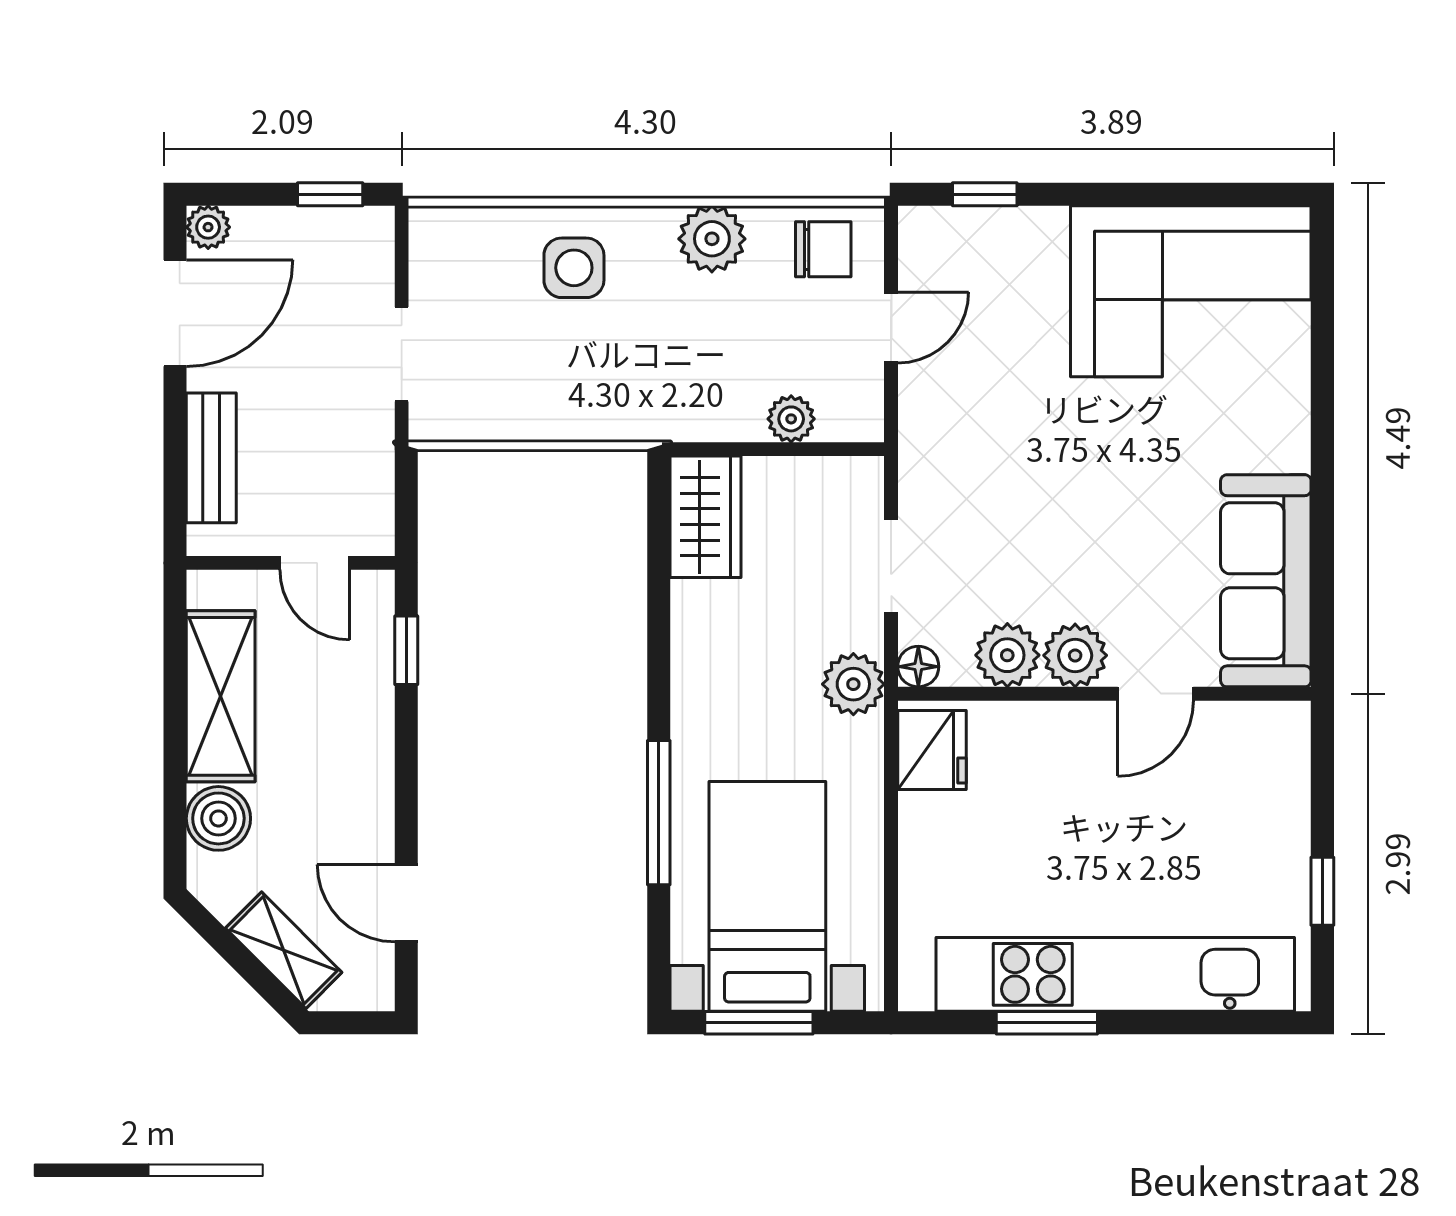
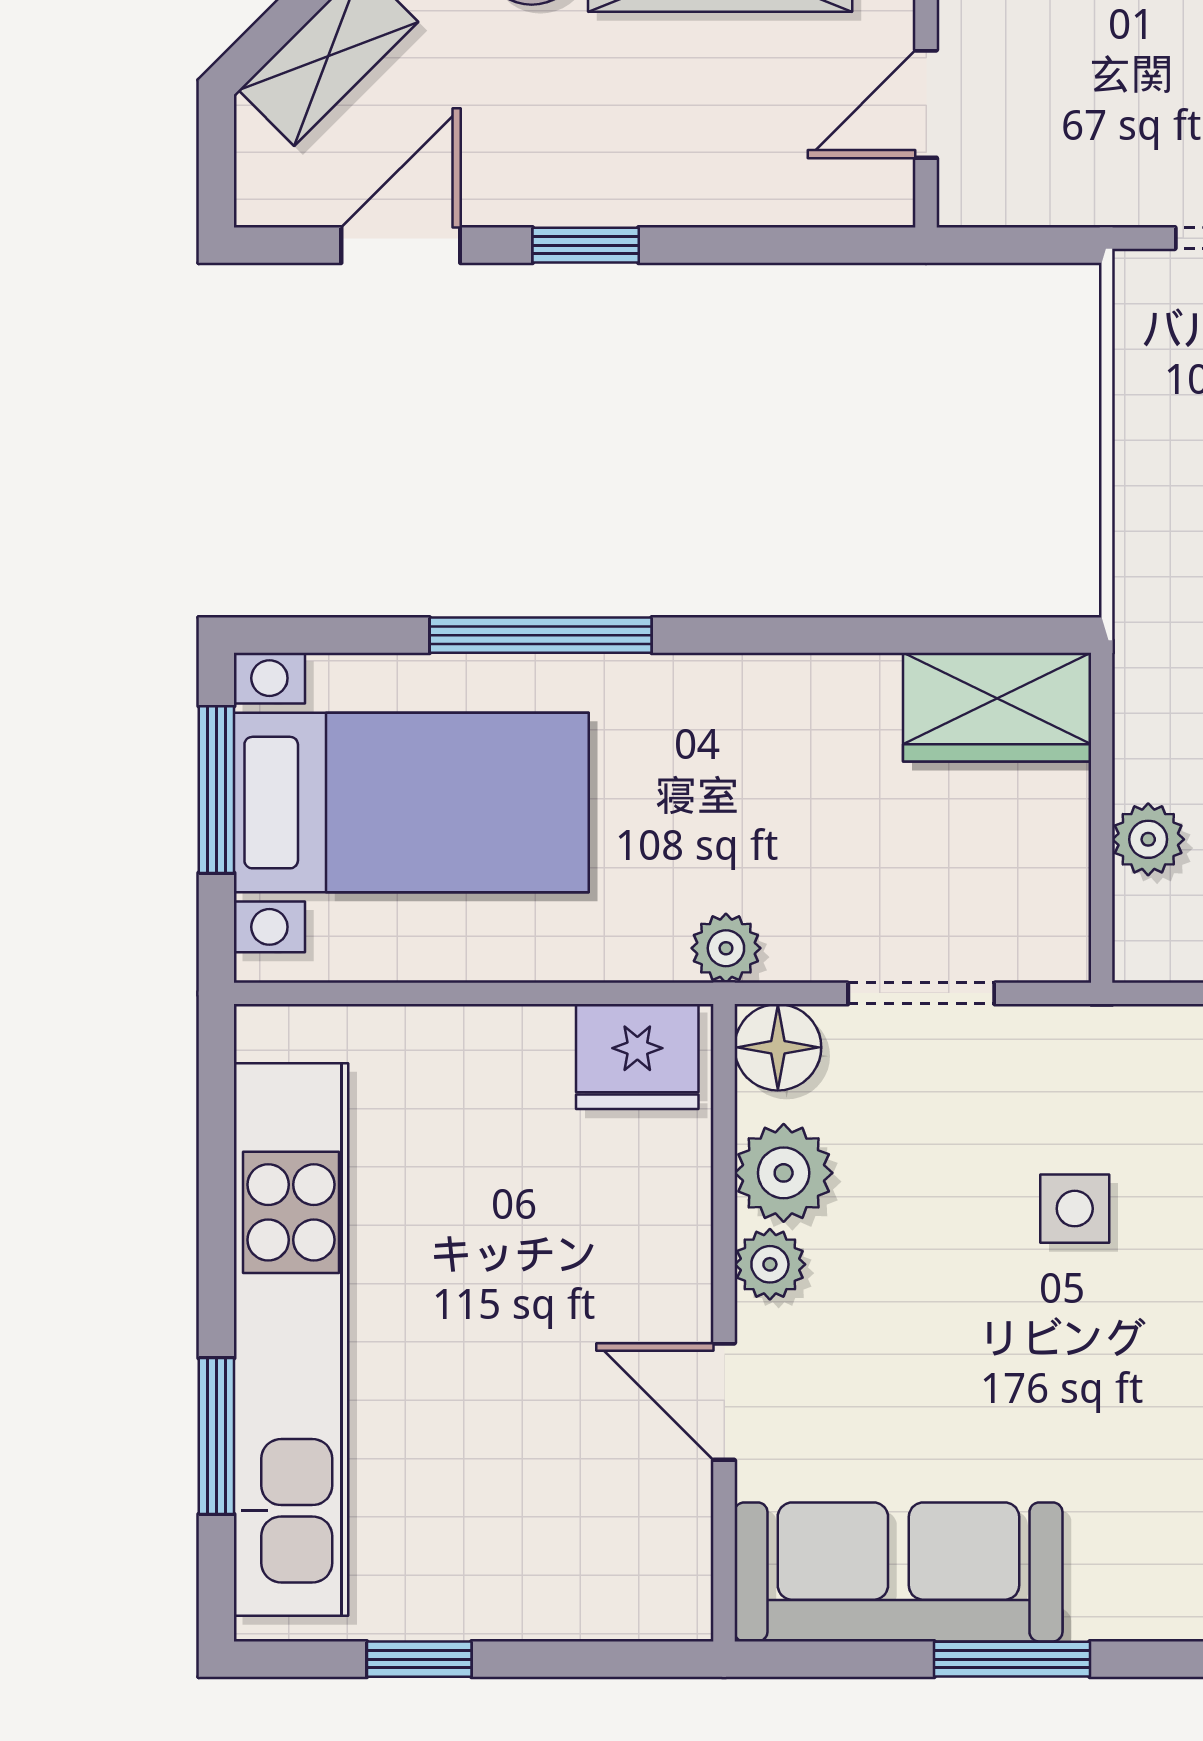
side table: (1030, 467) -> (1075, 1209), added
window: (1322, 507) -> (1012, 1659), added
window: (406, 650) -> (586, 245), moved
plant: (1075, 655) -> (770, 1264), width x0.73, depth x0.73
floor lamp: (918, 667) -> (778, 1047), width x1.37, depth x1.37
plant: (853, 684) -> (726, 948), width x0.73, depth x0.73
window: (1047, 1023) -> (216, 1436), moved

